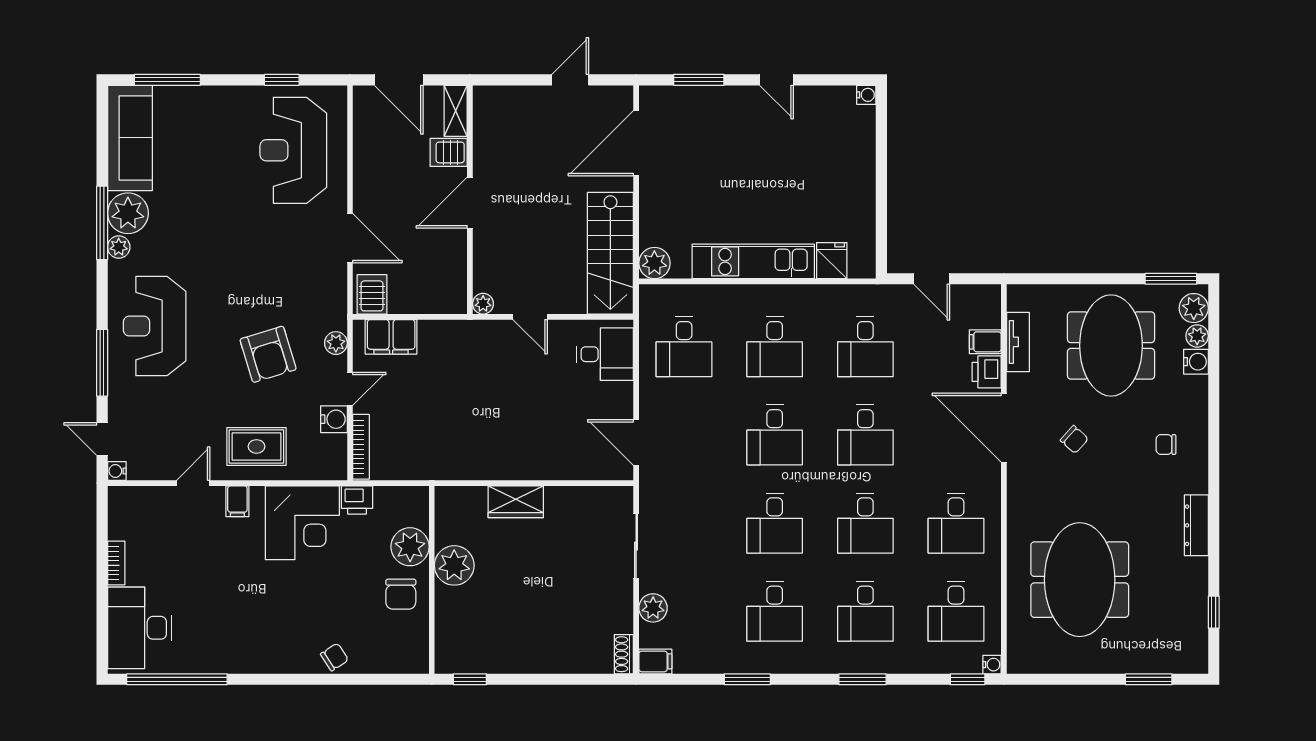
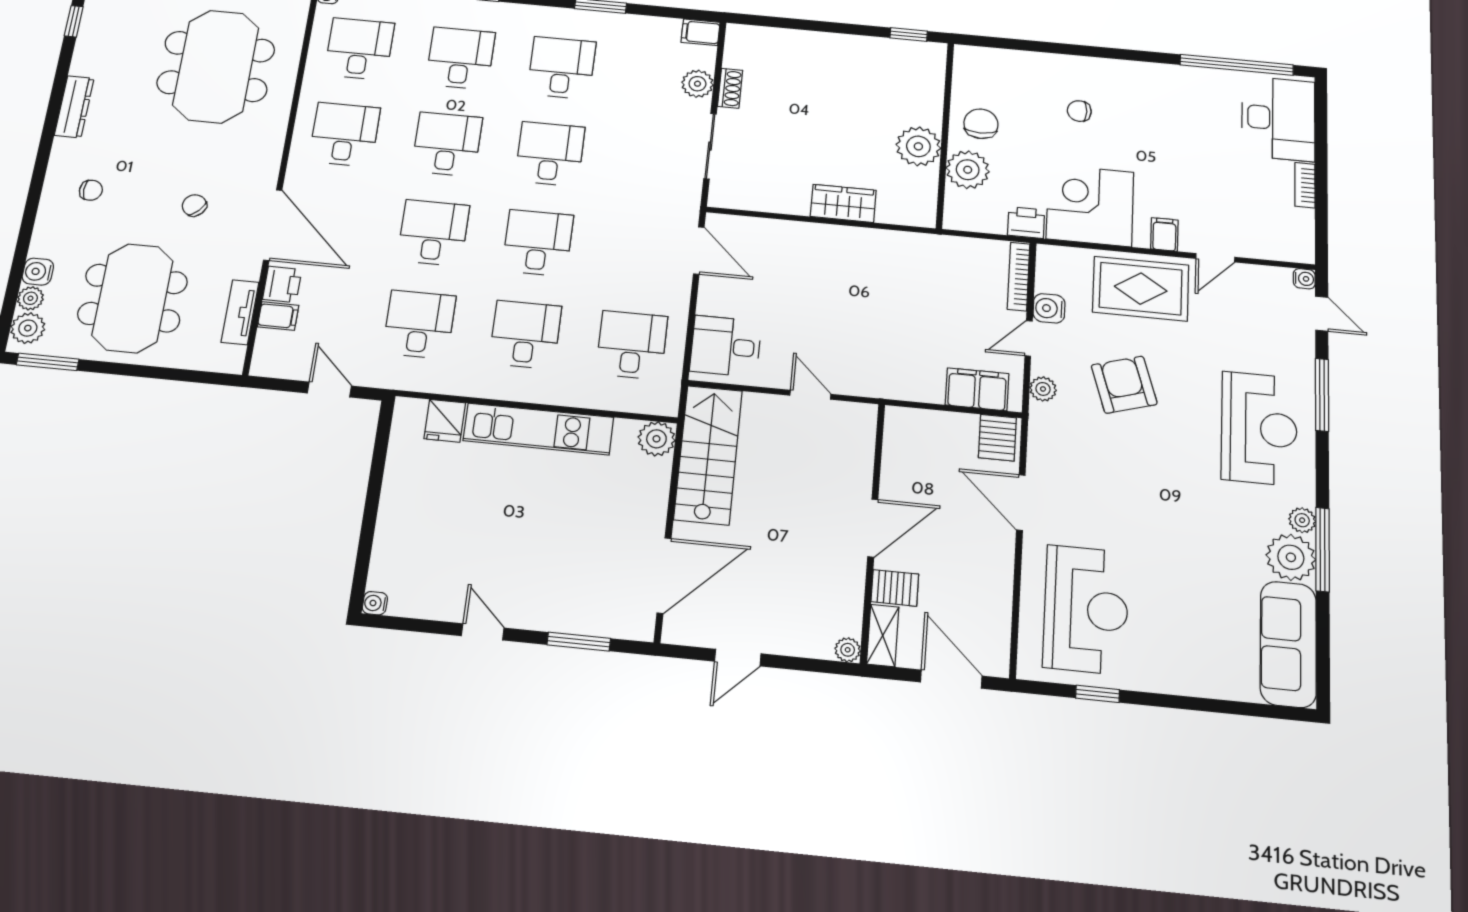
window: (167, 80) -> (1241, 708), removed
plant: (483, 304) -> (848, 650), moved
rug: (256, 446) -> (1141, 289), width x1.36, depth x1.43
shoe rack: (624, 654) -> (730, 88), moved
chair: (334, 657) -> (1079, 111), moved, turned 33

